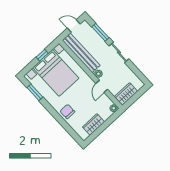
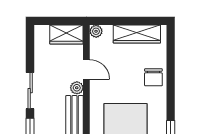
door: (102, 86) -> (86, 70), hinge flipped
wardrobe: (94, 124) -> (137, 34), width x1.50

